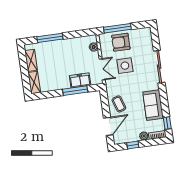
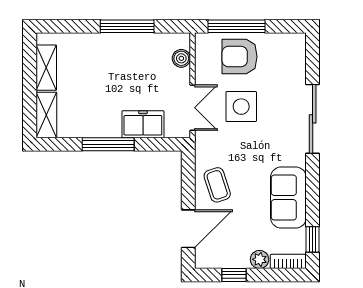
window: (50, 38) -> (127, 26), moved
window: (75, 91) -> (108, 144), moved

